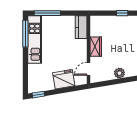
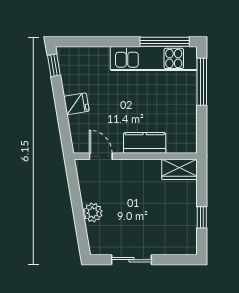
kitchen counter: (81, 27) -> (145, 143), moved
wardrobe: (96, 47) -> (179, 169), moved
fridge: (64, 79) -> (76, 104), width x0.53, depth x0.75

